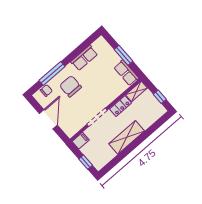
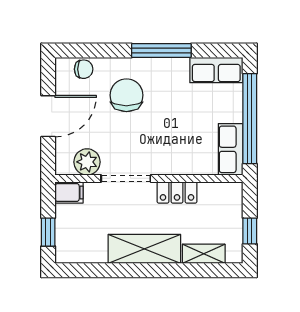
window: (124, 55) -> (250, 119), width x2.11
row of seats: (84, 58) -> (216, 70), moved
window: (52, 73) -> (161, 50), moved
shelving: (136, 91) -> (204, 254), moved
plant: (77, 124) -> (87, 162), added

